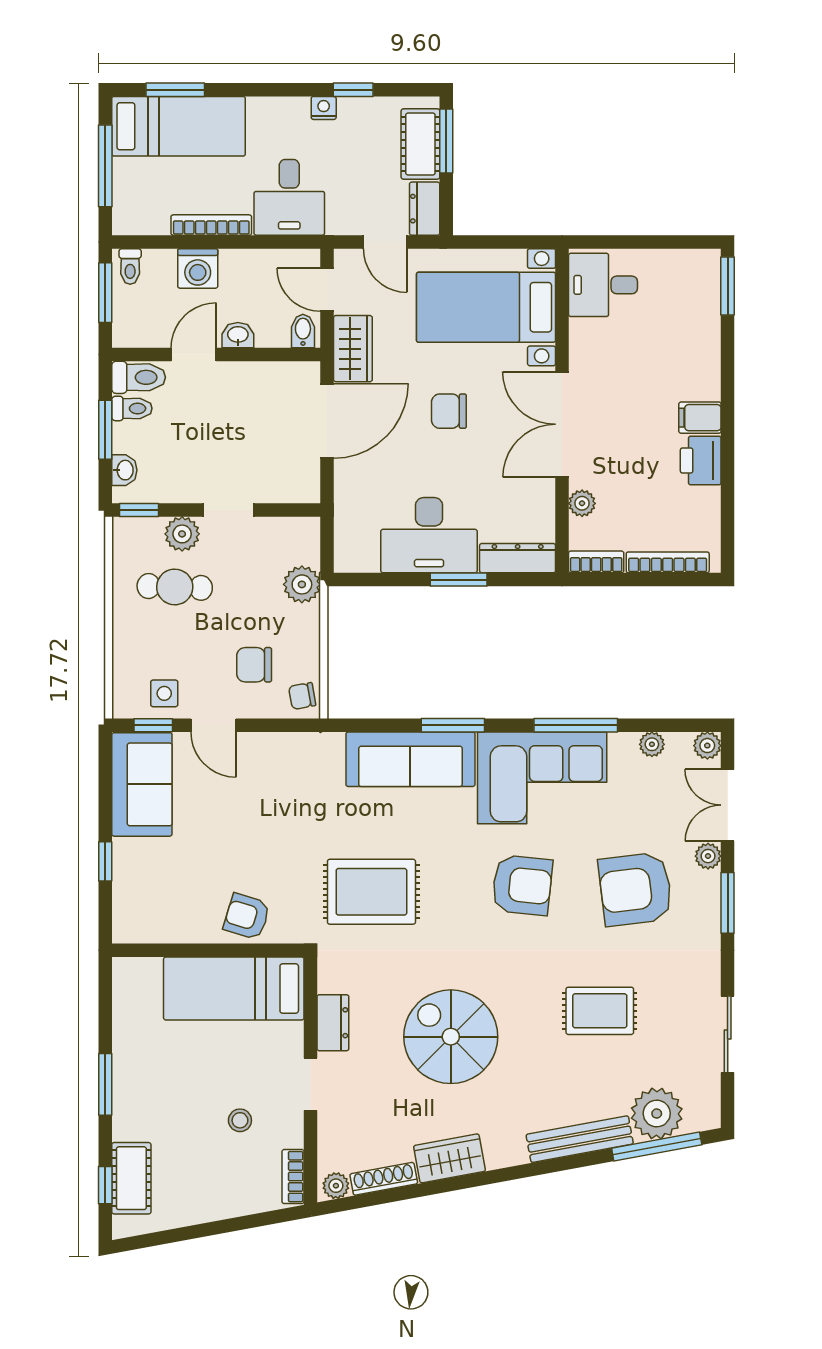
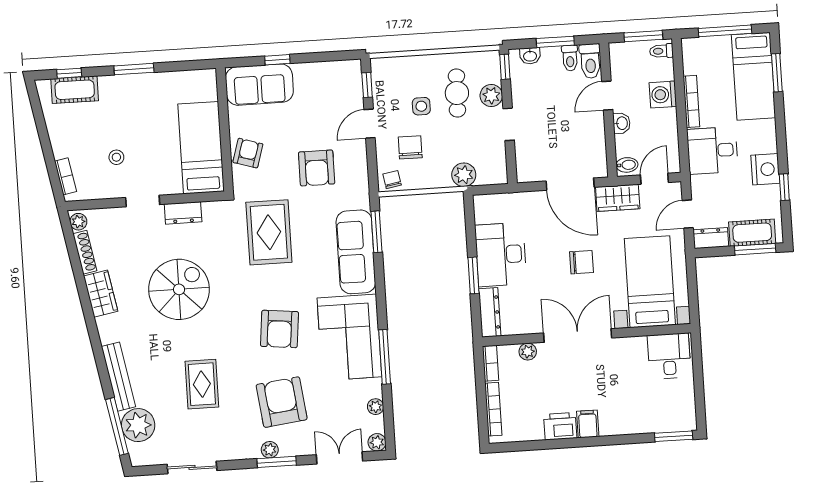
nightstand: (324, 108) -> (765, 169), width x1.89, depth x1.79
door: (194, 354) -> (607, 96), swing flipped
chair: (449, 411) -> (581, 262), turned 90
side table: (164, 693) -> (421, 106), moved
window: (453, 725) -> (377, 232), moved
sofa: (142, 784) -> (259, 85), moved
armchair: (277, 812) -> (317, 168), added
plant: (708, 856) -> (270, 450), moved
bookcase: (293, 1177) -> (65, 176), moved, turned 80

